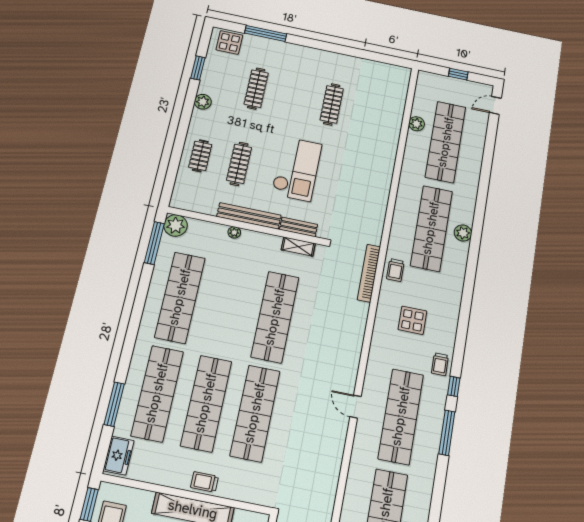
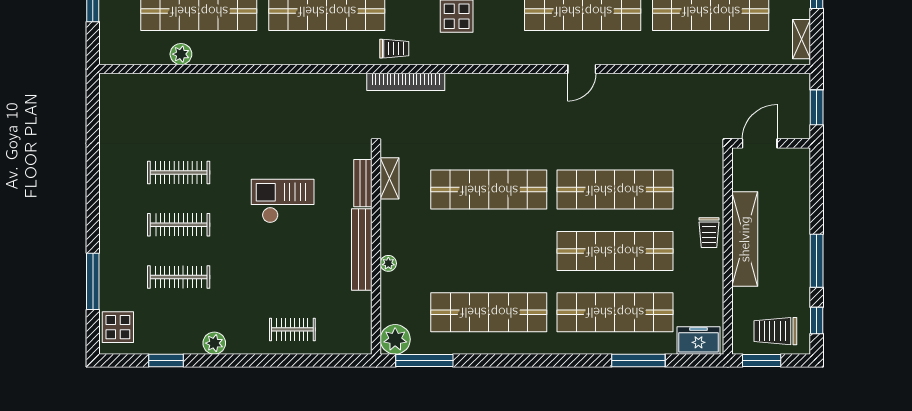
clothes rail: (239, 164) -> (179, 225), moved
checkout: (297, 169) -> (283, 201), width x0.73, depth x0.83

